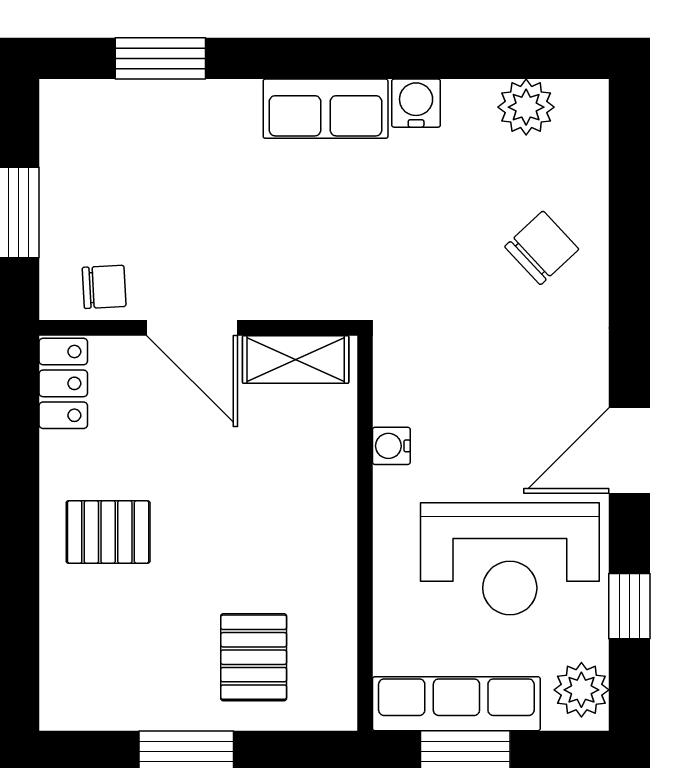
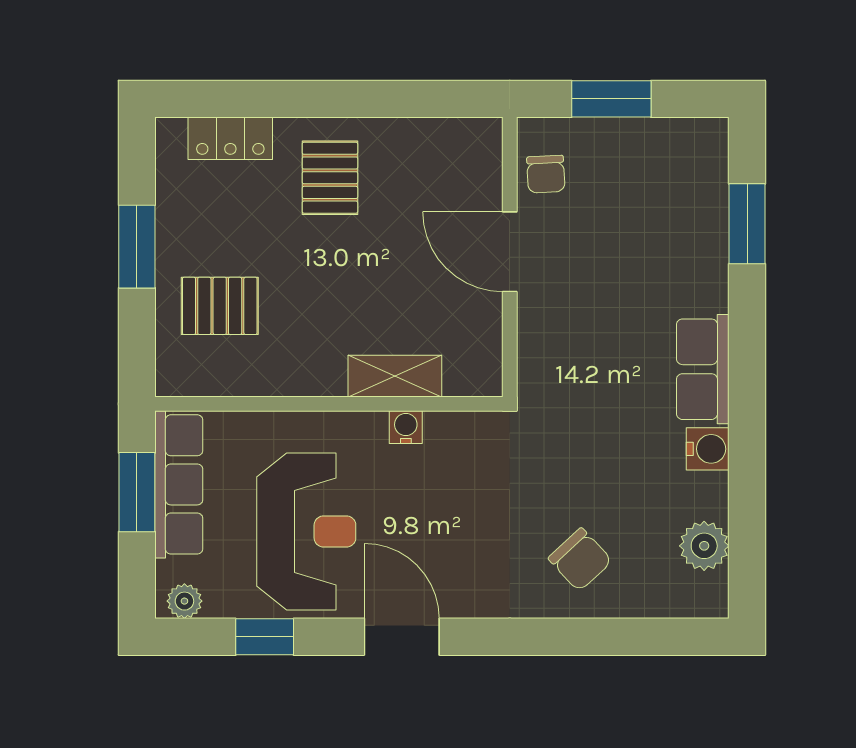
door: (192, 328) -> (510, 252), hinge flipped
shelving: (296, 359) -> (395, 376), moved, turned 90
locker: (63, 383) -> (230, 138), moved
reception desk: (510, 559) -> (306, 531), turned 180
plant: (581, 690) -> (184, 601), width x0.73, depth x0.73

